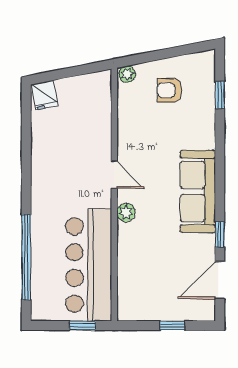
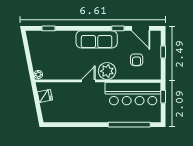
armchair: (170, 90) -> (137, 60), moved
fridge: (45, 95) -> (45, 96), moved
plant: (126, 213) -> (107, 71), width x1.87, depth x1.87

